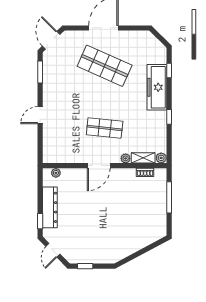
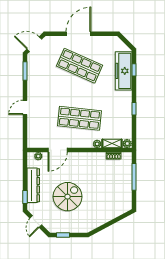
door: (51, 40) -> (34, 44), hinge flipped
freezer: (157, 87) -> (124, 71), moved
shop shelf: (105, 128) -> (79, 118), width x1.43, depth x1.36
door: (99, 166) -> (58, 150), moved
spiral stairs: (90, 221) -> (68, 197), added

